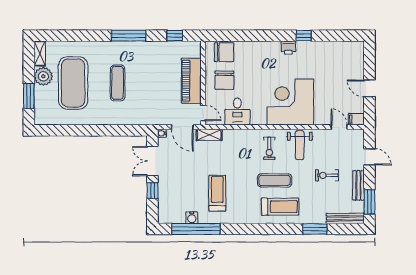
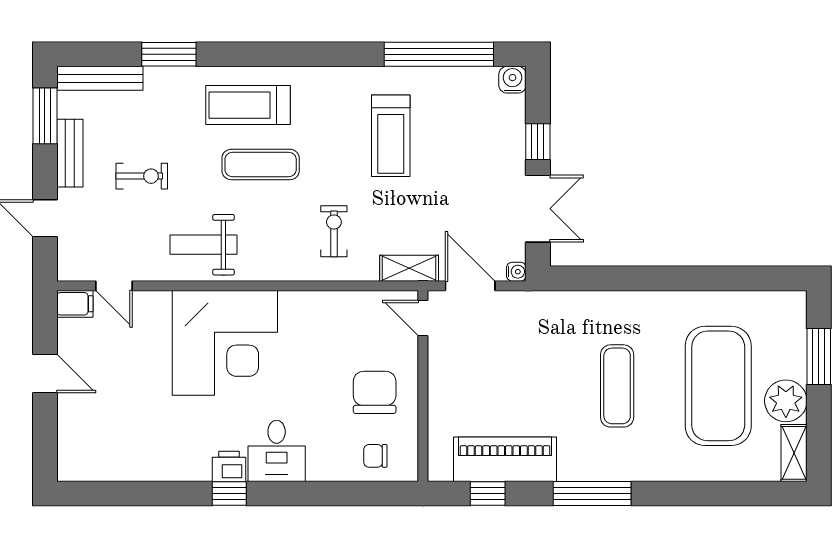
window: (304, 36) -> (229, 493), moved
chair: (224, 52) -> (375, 456), width x0.54, depth x0.54
piano: (191, 81) -> (505, 459), moved, turned -90
desk: (237, 112) -> (277, 451), moved, turned 180
weight bench: (300, 145) -> (203, 245), turned -90
exercise bike: (269, 148) -> (334, 231), moved
water cooler: (192, 218) -> (512, 80), moved

